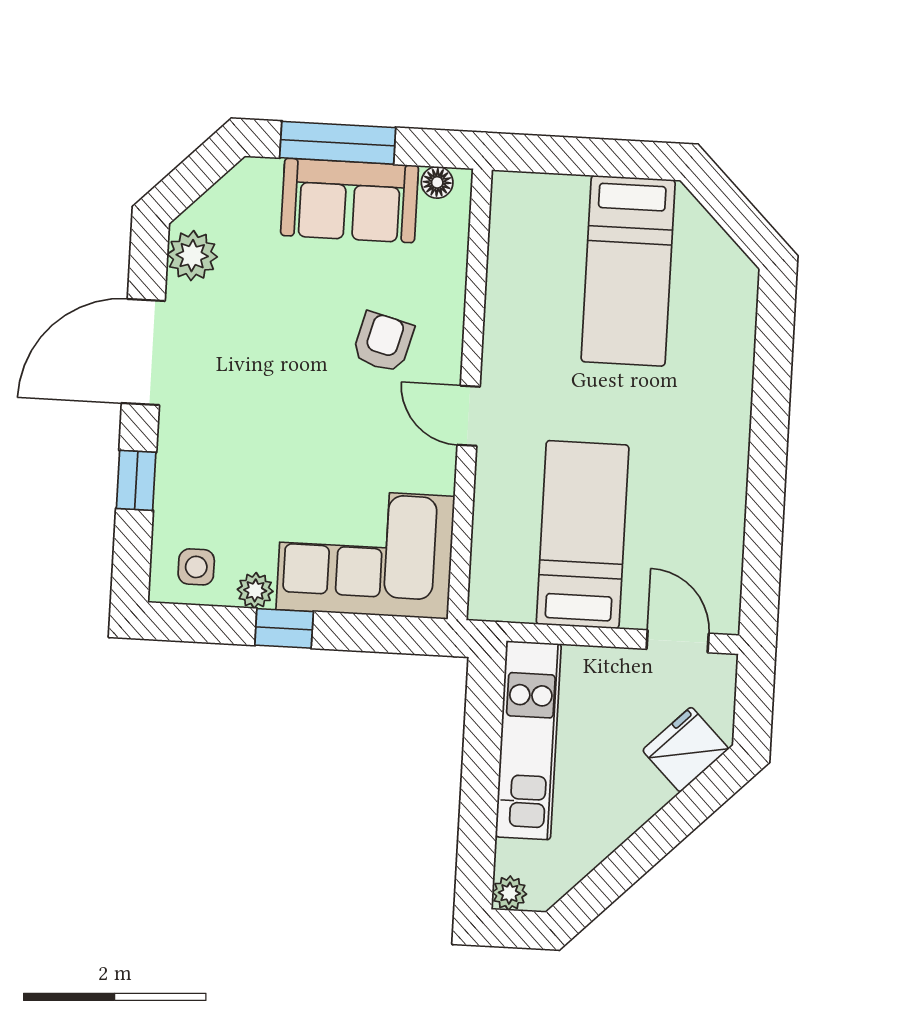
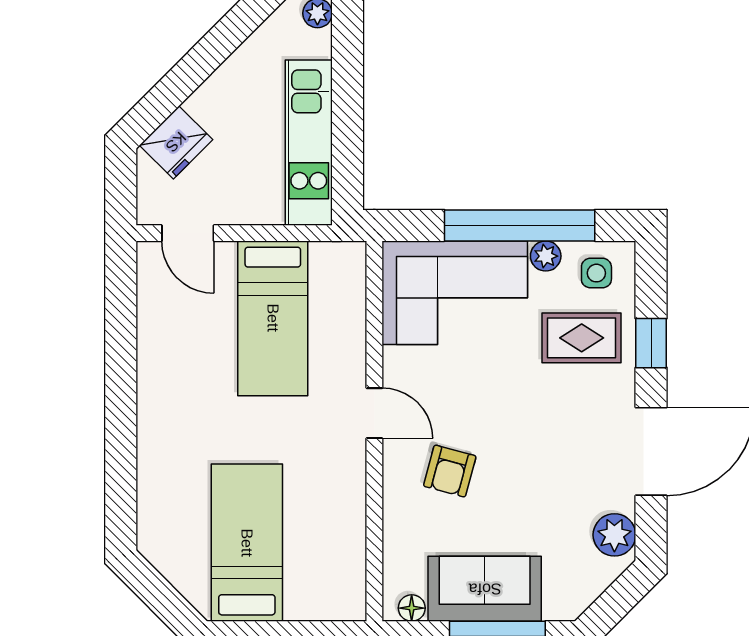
rug: (218, 491) -> (582, 338), added
window: (284, 628) -> (520, 225), width x3.17

